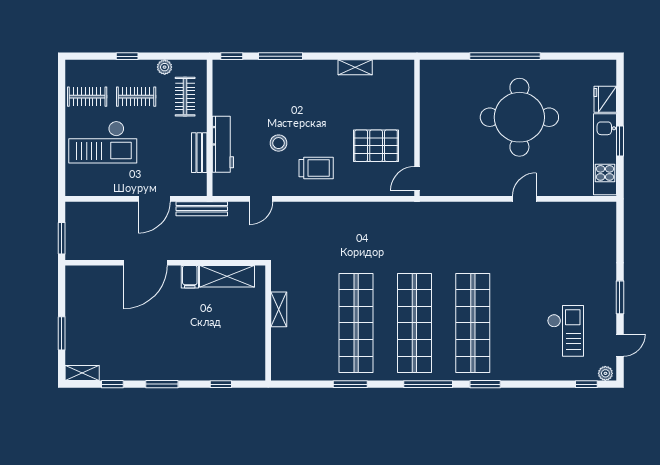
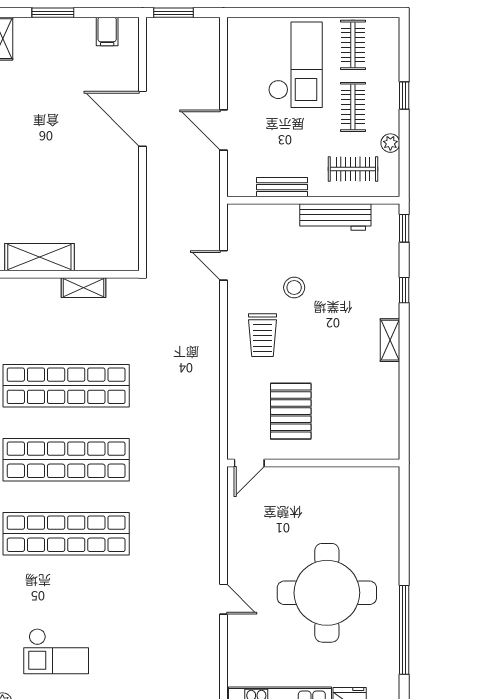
window: (281, 56) -> (404, 290), width x0.46
window: (505, 56) -> (404, 630), moved
shelving: (355, 67) -> (390, 340), moved
checkout: (103, 142) -> (295, 65), turned 180
workbench: (223, 144) -> (335, 217), moved
door: (417, 178) -> (249, 463), swing flipped
bench: (202, 209) -> (211, 190), removed
shelving: (227, 276) -> (39, 257), moved, turned 90
filing cabinet: (190, 277) -> (107, 31), moved, turned -90

